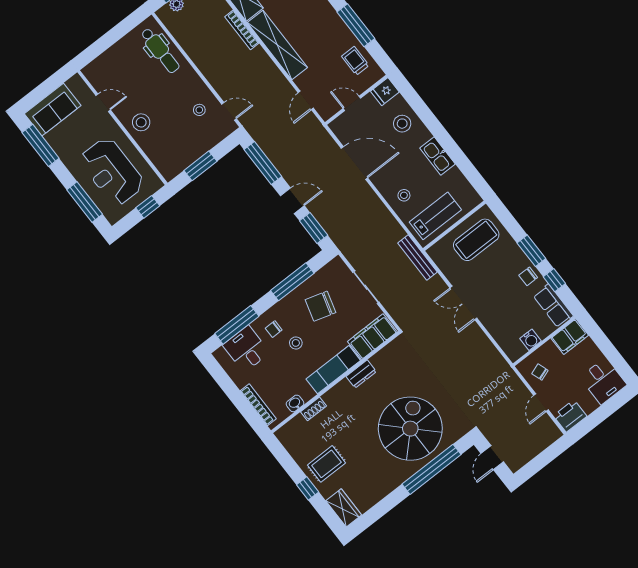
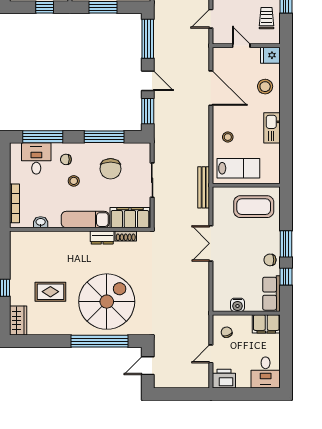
chair: (320, 306) -> (111, 169), turned -106
shoe rack: (314, 409) -> (126, 236), moved
rug: (326, 464) -> (50, 292), moved

